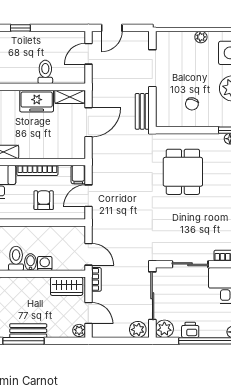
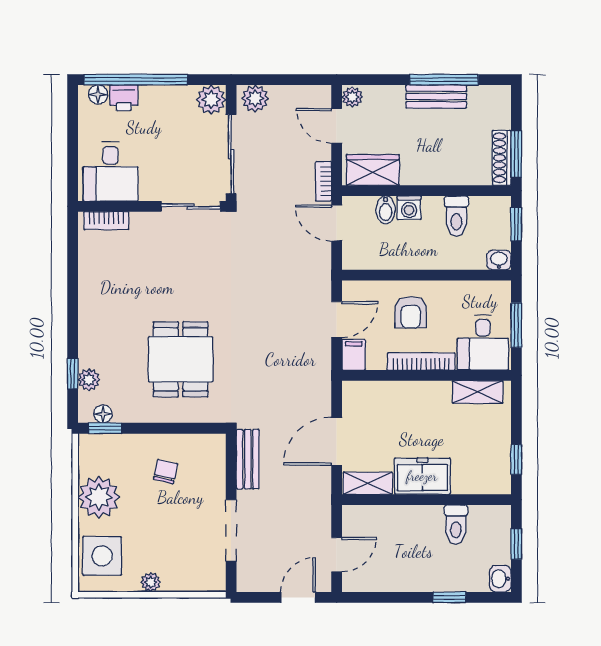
toilet: (45, 72) -> (456, 524), moved
bidet: (30, 262) -> (386, 210), moved
sliding door: (190, 264) -> (191, 206), moved
printer: (190, 330) -> (124, 98), moved

